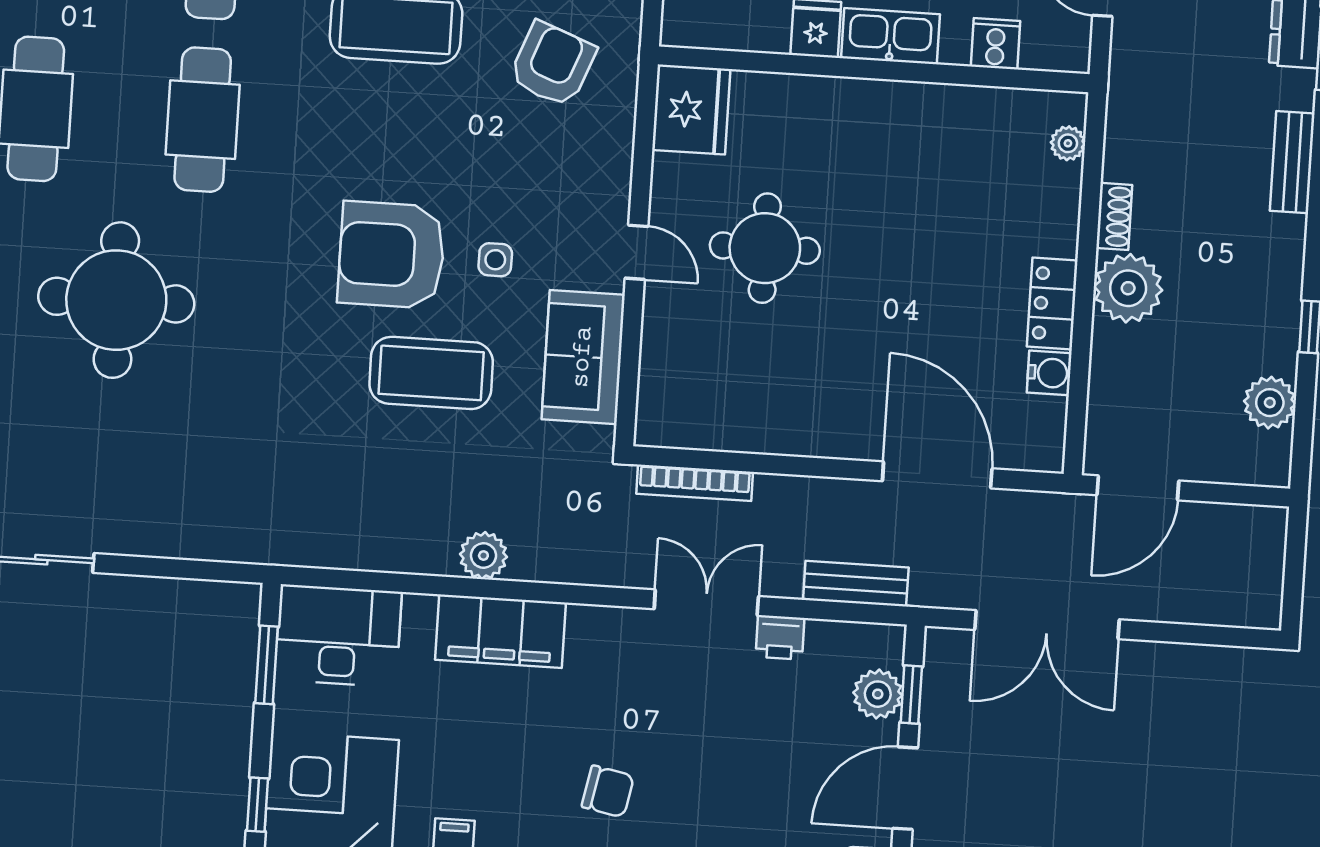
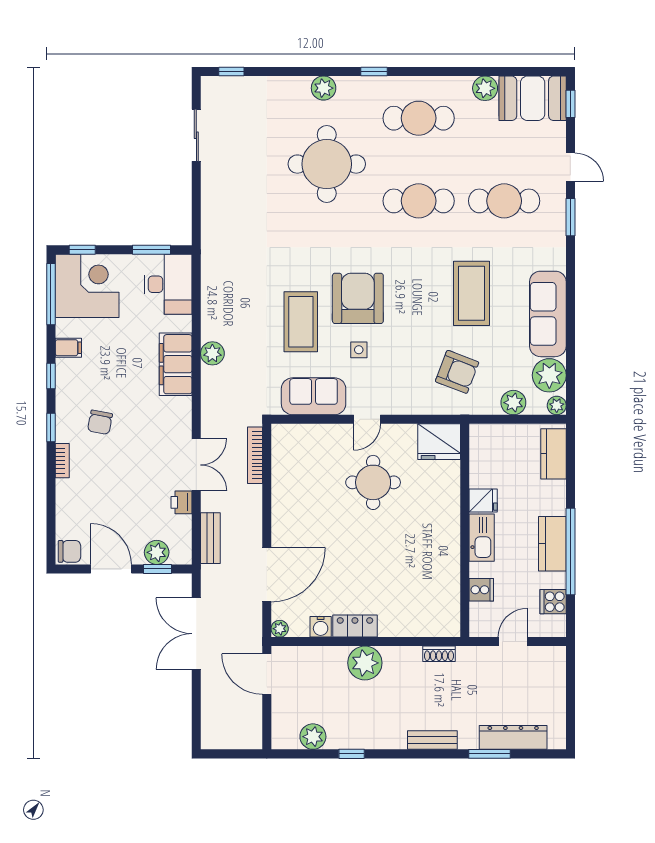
plant: (1068, 143) -> (280, 629), moved
shoe rack: (1114, 216) -> (439, 654), moved

